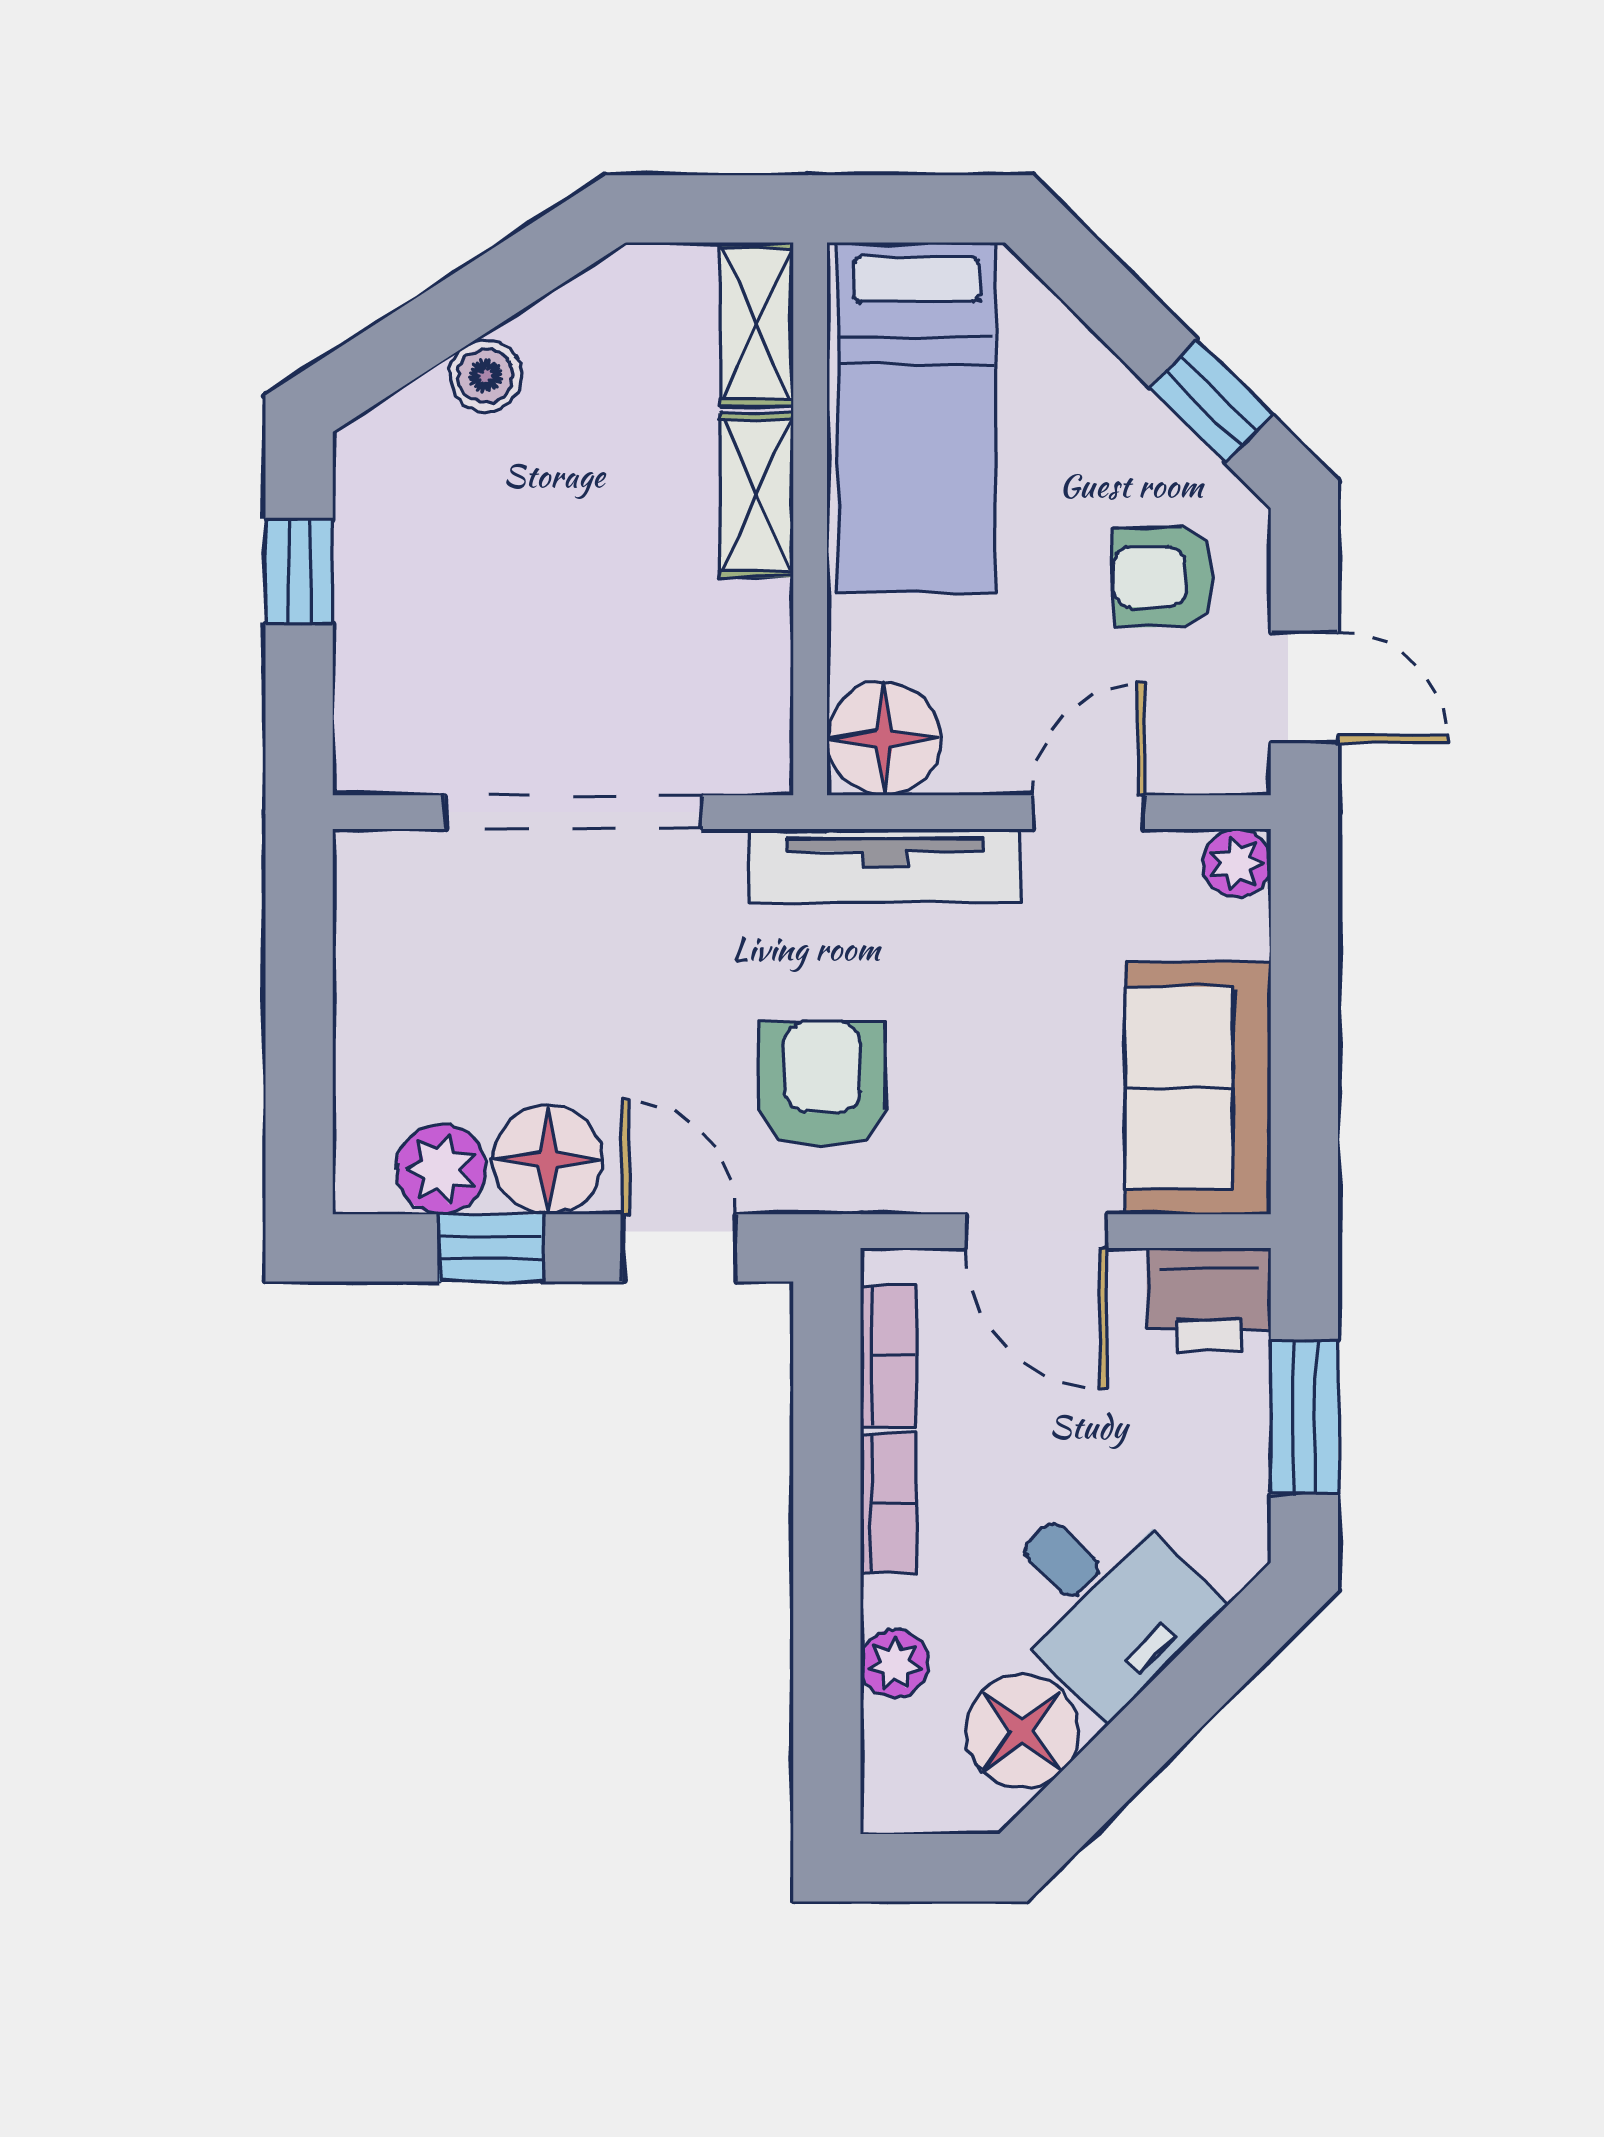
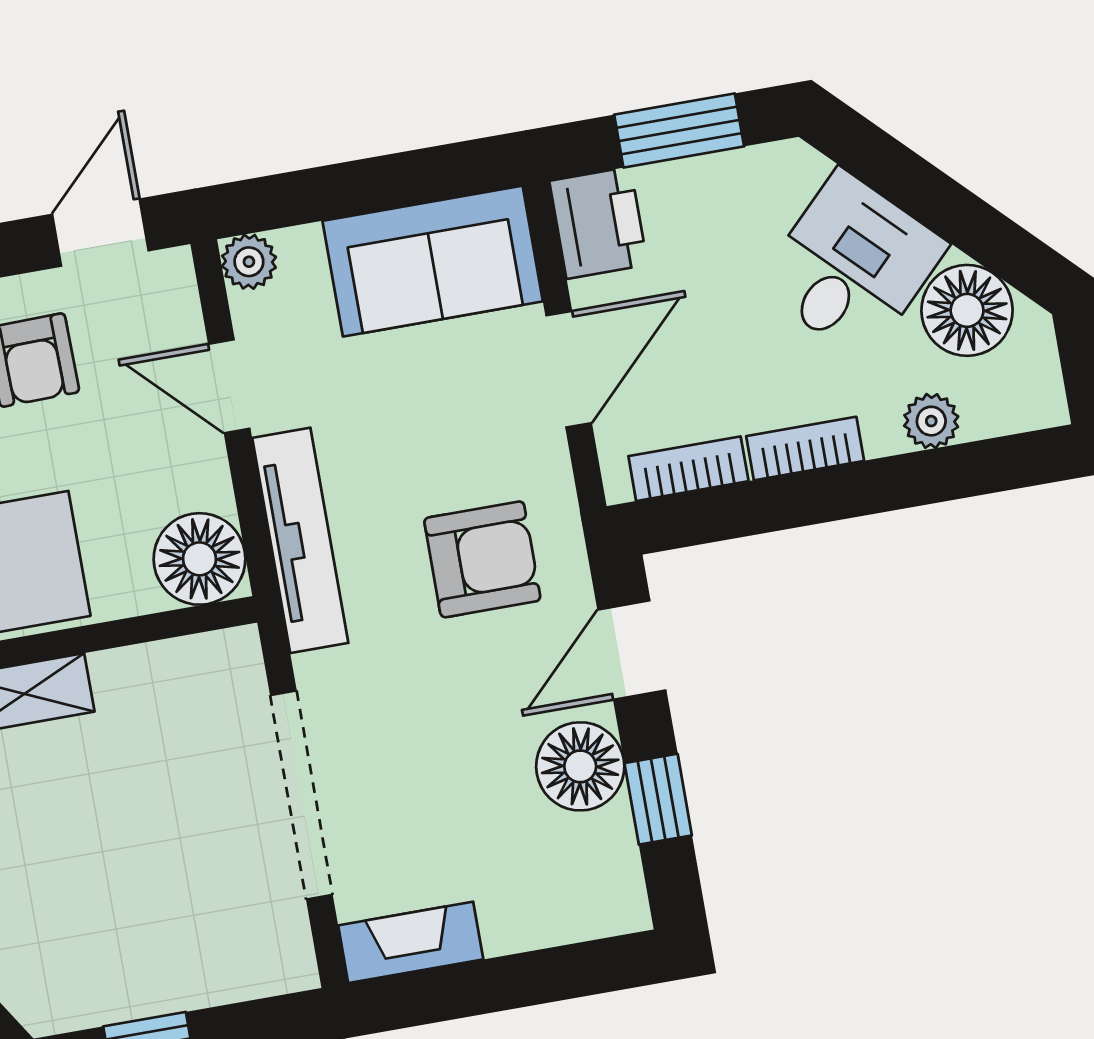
fireplace: (369, 914) -> (411, 942), added
armchair: (822, 1084) -> (482, 559), turned 180
plant: (441, 1169) -> (603, 849), removed

